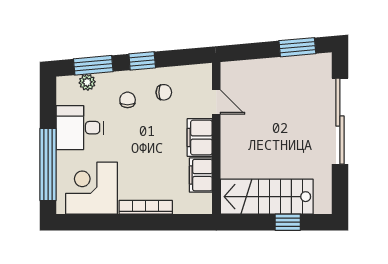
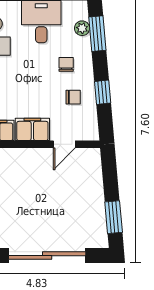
window: (142, 61) -> (103, 92), moved
chair: (164, 92) -> (73, 97), turned -90
chair: (128, 100) -> (66, 64), turned -90

